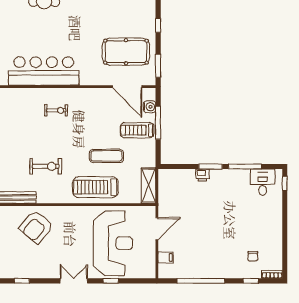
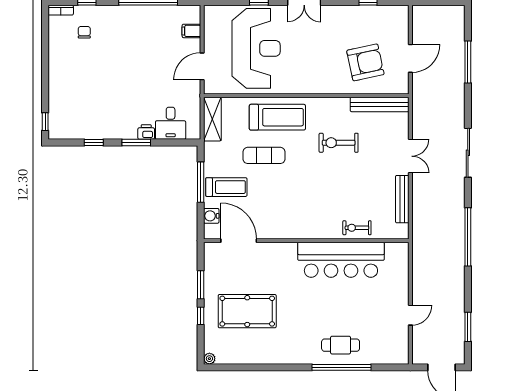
pool table: (126, 52) -> (247, 311), moved
window: (158, 66) -> (201, 285), moved
exercise bike: (56, 110) -> (357, 228), moved
window: (158, 123) -> (201, 182), moved
window: (245, 166) -> (94, 143), width x0.46
desk: (263, 182) -> (171, 123), moved
armchair: (36, 227) -> (365, 62), moved, turned 39
reception desk: (113, 243) -> (256, 48), turned 180

